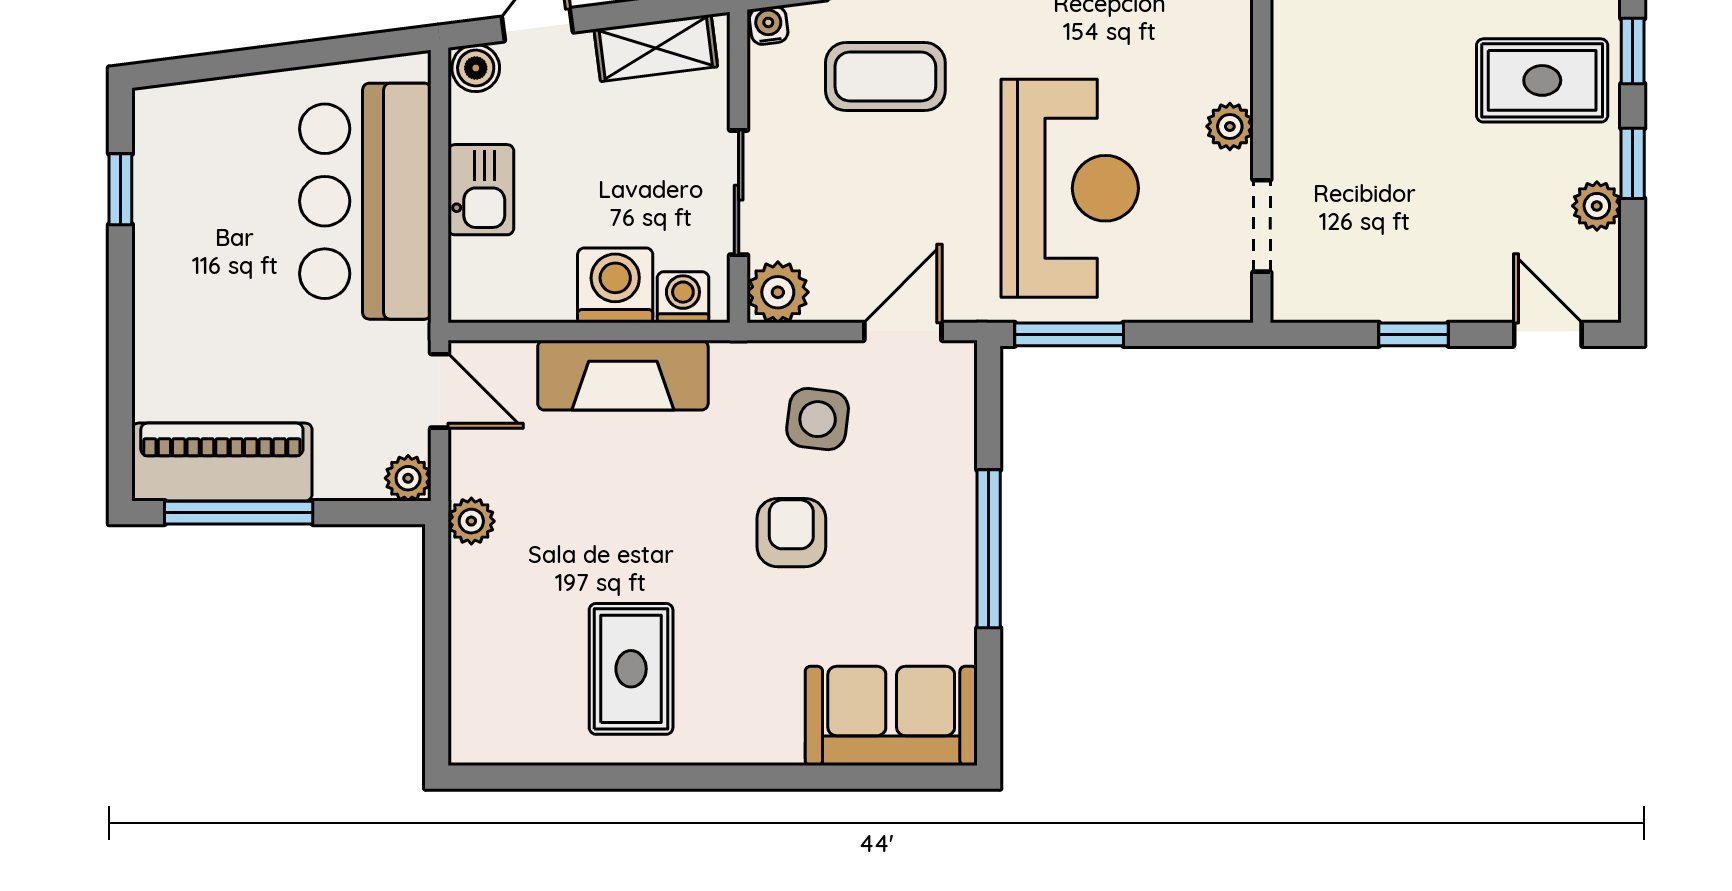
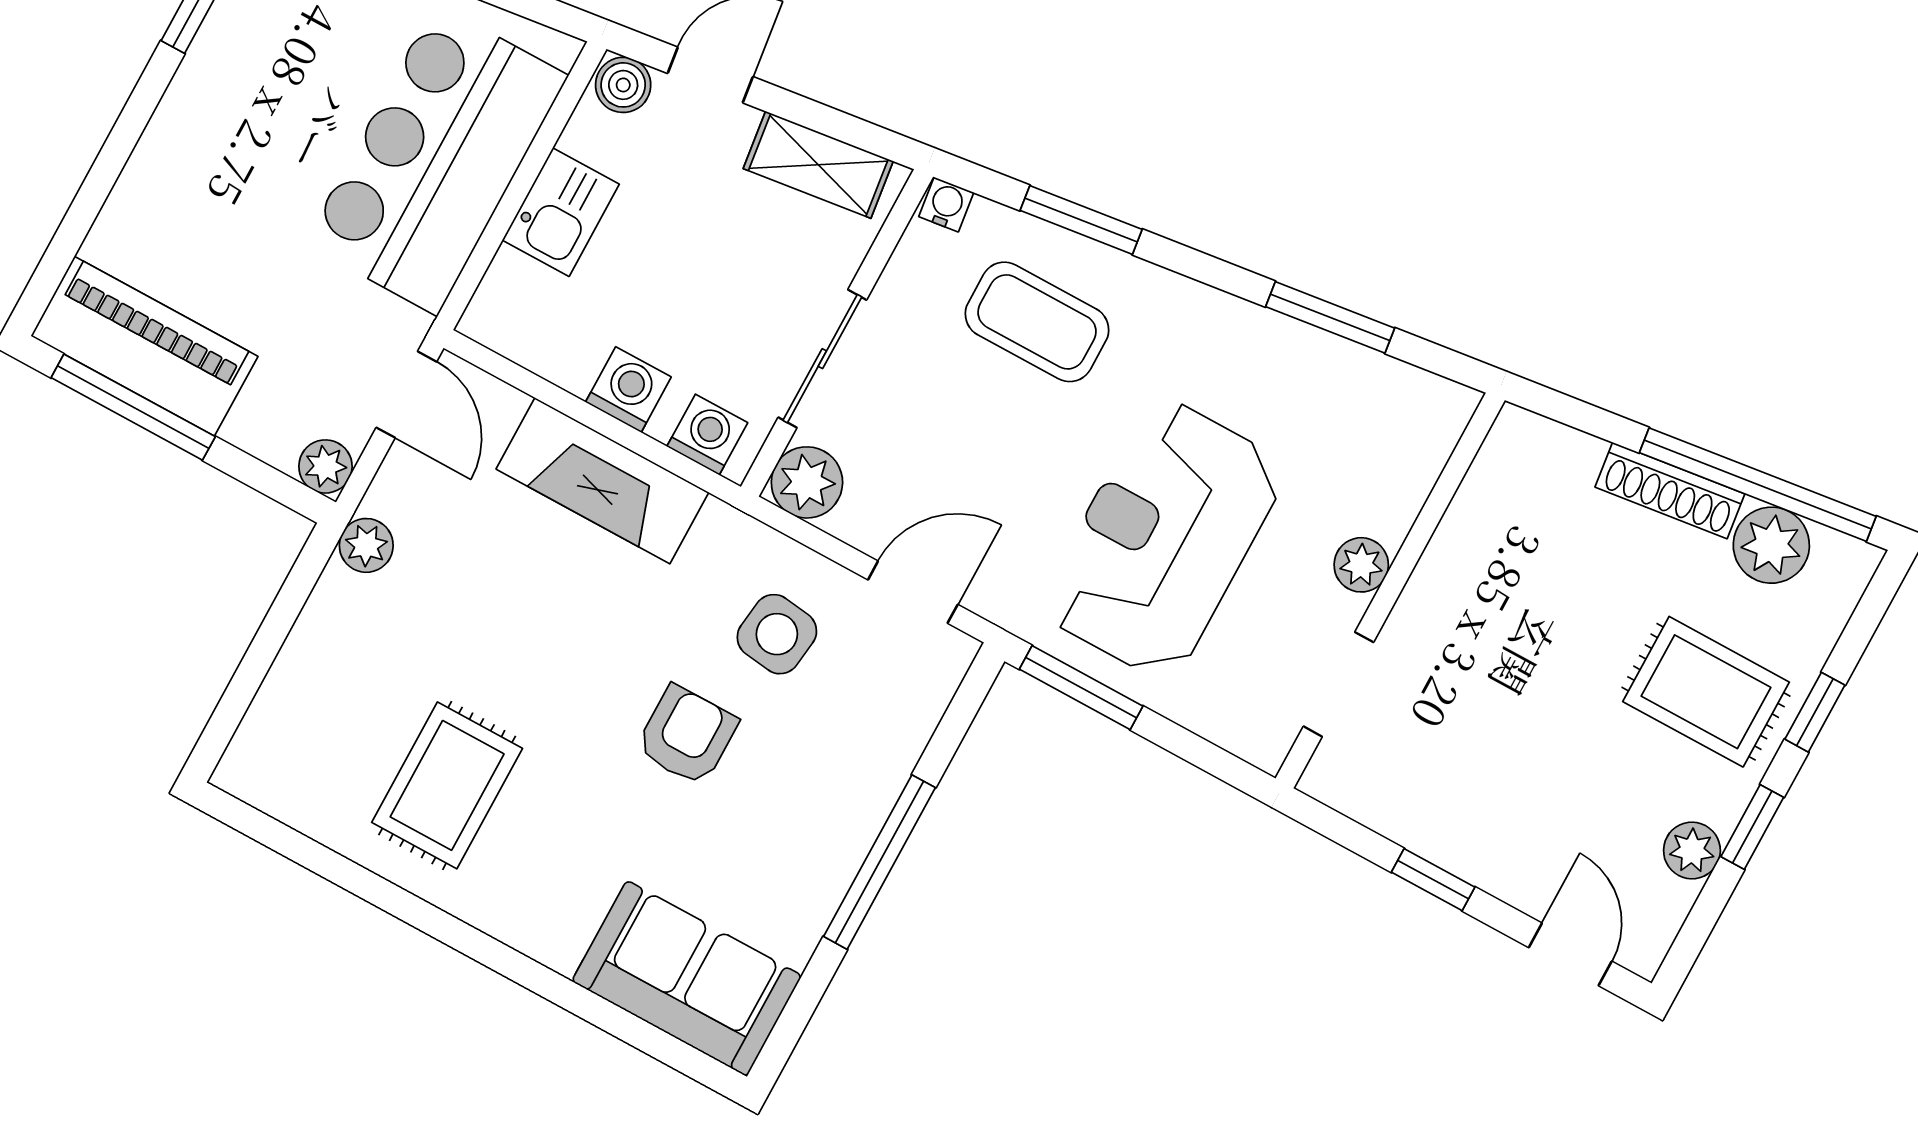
reception desk: (1070, 188) -> (1163, 539), turned 180
washing machine: (615, 285) -> (628, 390), width x0.73, depth x0.73

